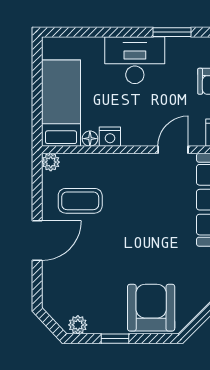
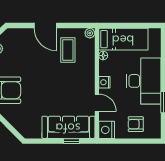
desk: (135, 60) -> (144, 81), width x1.36, depth x1.30
nightstand: (110, 137) -> (104, 82), moved

